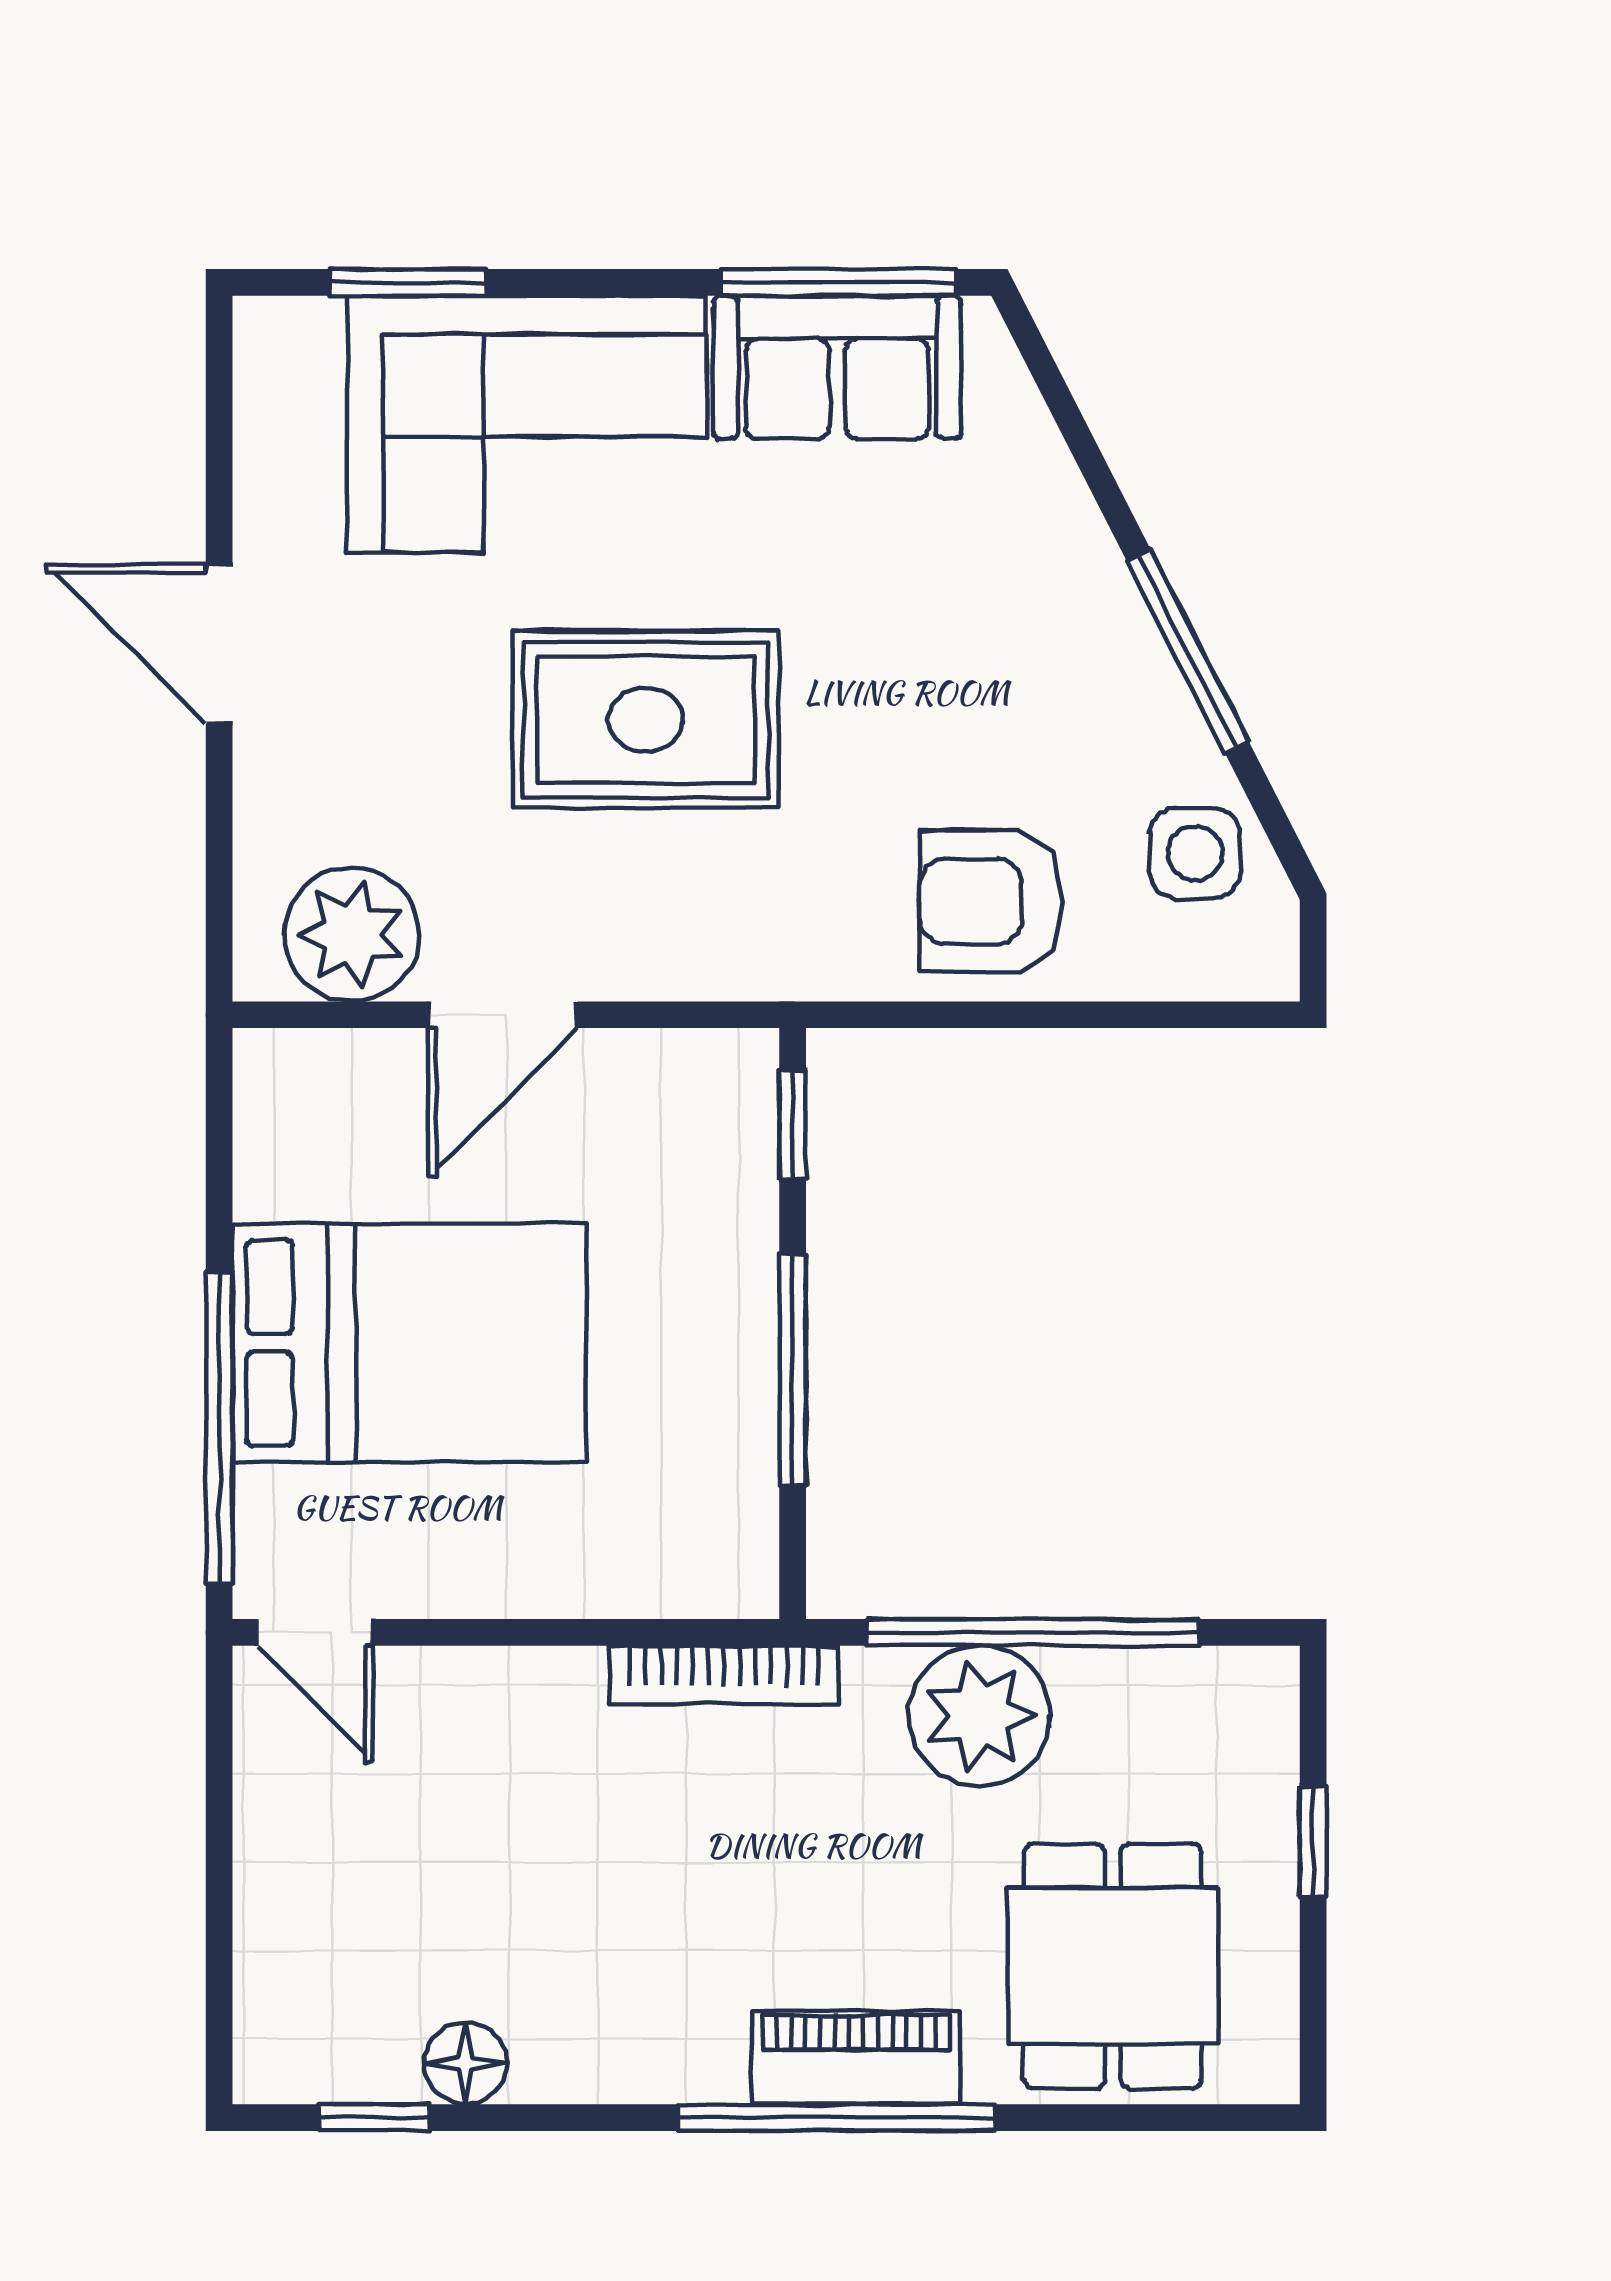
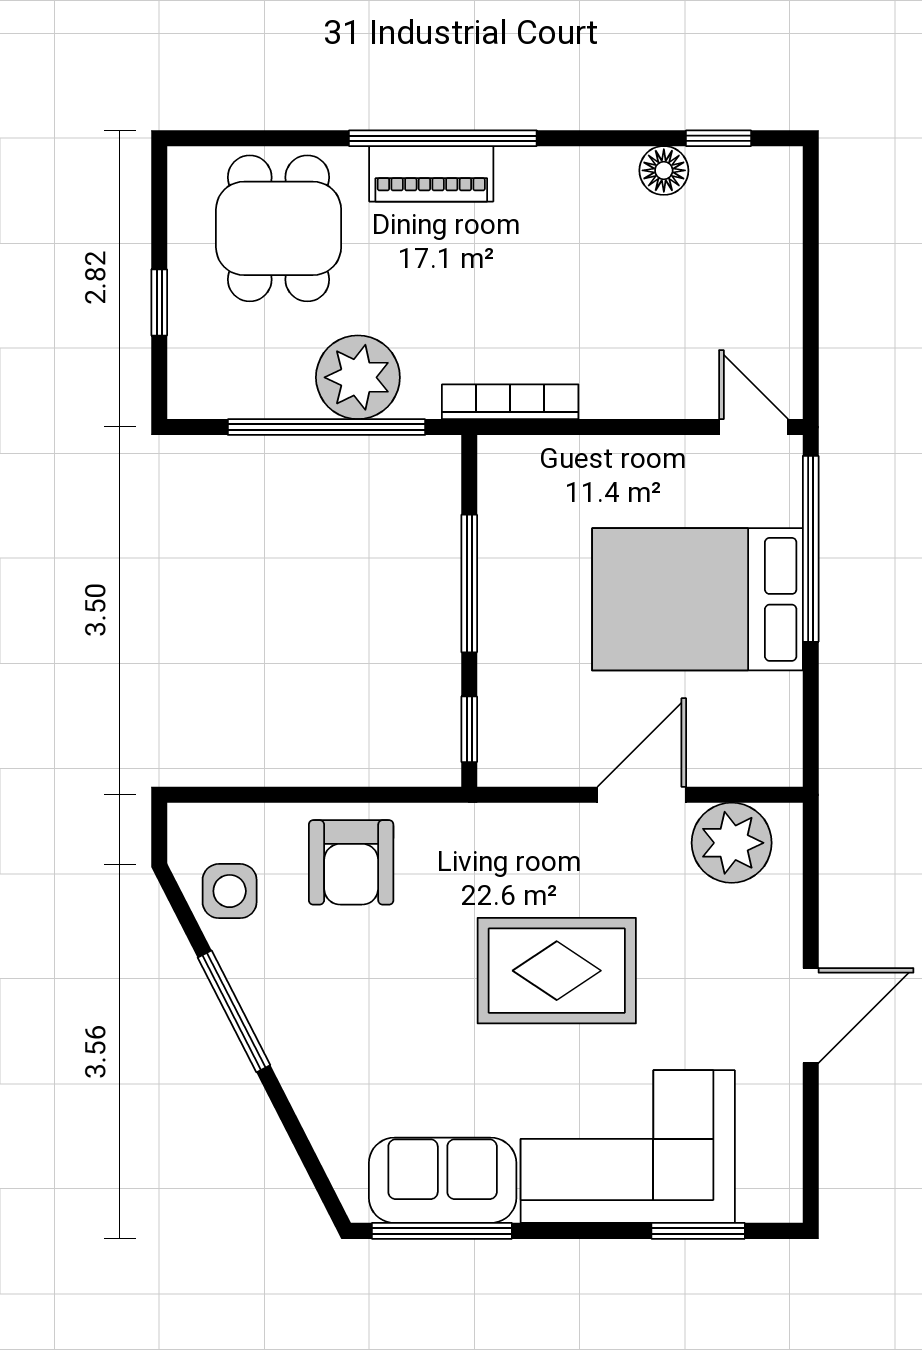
door: (219, 644) -> (811, 1015), hinge flipped
armchair: (991, 901) -> (351, 862), turned 90

